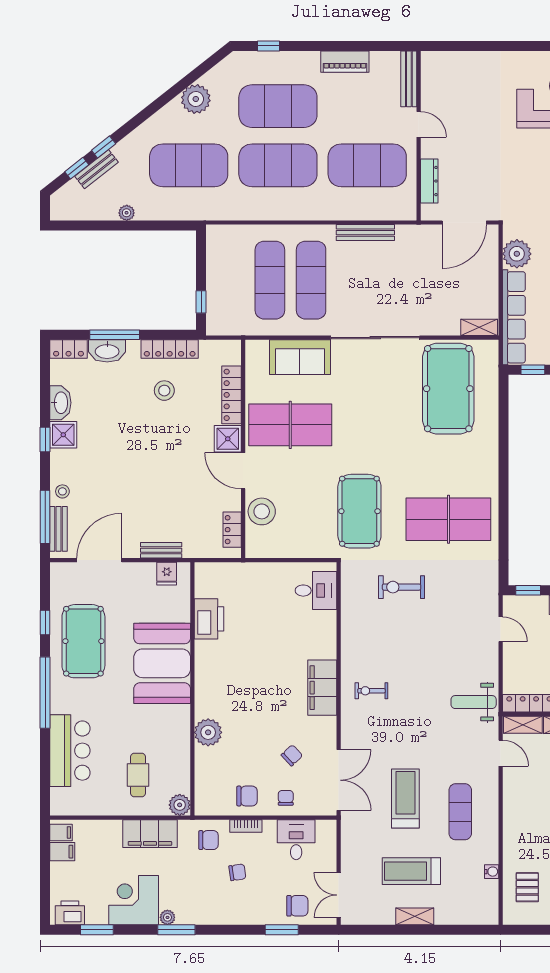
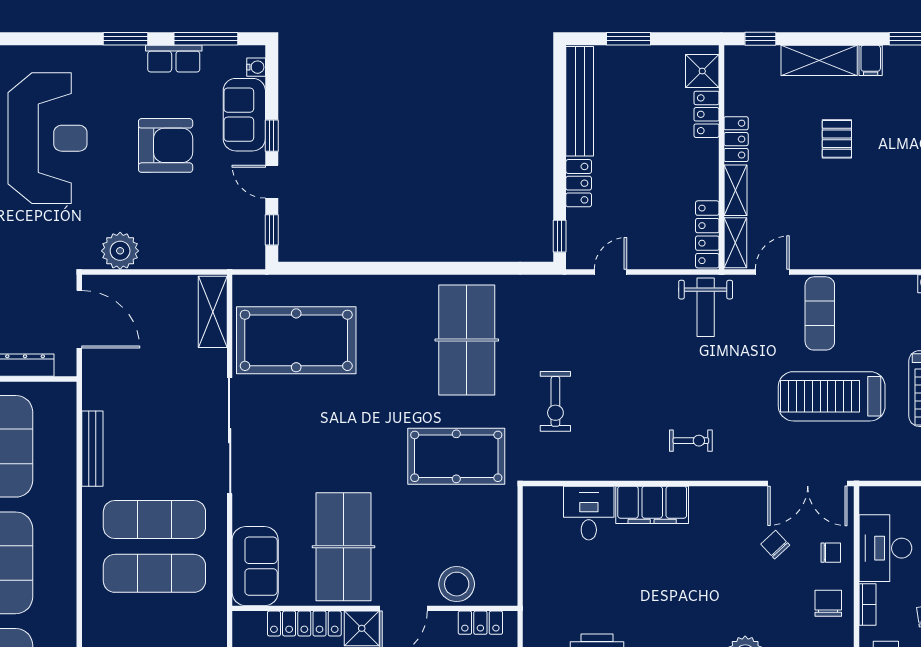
row of seats: (514, 317) -> (203, 255), removed
shelving: (479, 327) -> (213, 312), width x1.50, depth x1.33
sofa: (300, 357) -> (255, 566), moved
desk: (316, 591) -> (589, 513), moved
filing cabinet: (322, 688) -> (652, 505), moved
exercise bike: (371, 691) -> (691, 441), turned -90
double door: (339, 780) -> (808, 483), swing flipped
chair: (286, 798) -> (831, 553), turned 180
treadmill: (405, 799) -> (832, 396), width x1.37, depth x1.38
exercise mat: (460, 812) -> (820, 313), moved, turned 90
desk: (296, 840) -> (885, 548), width x1.37

